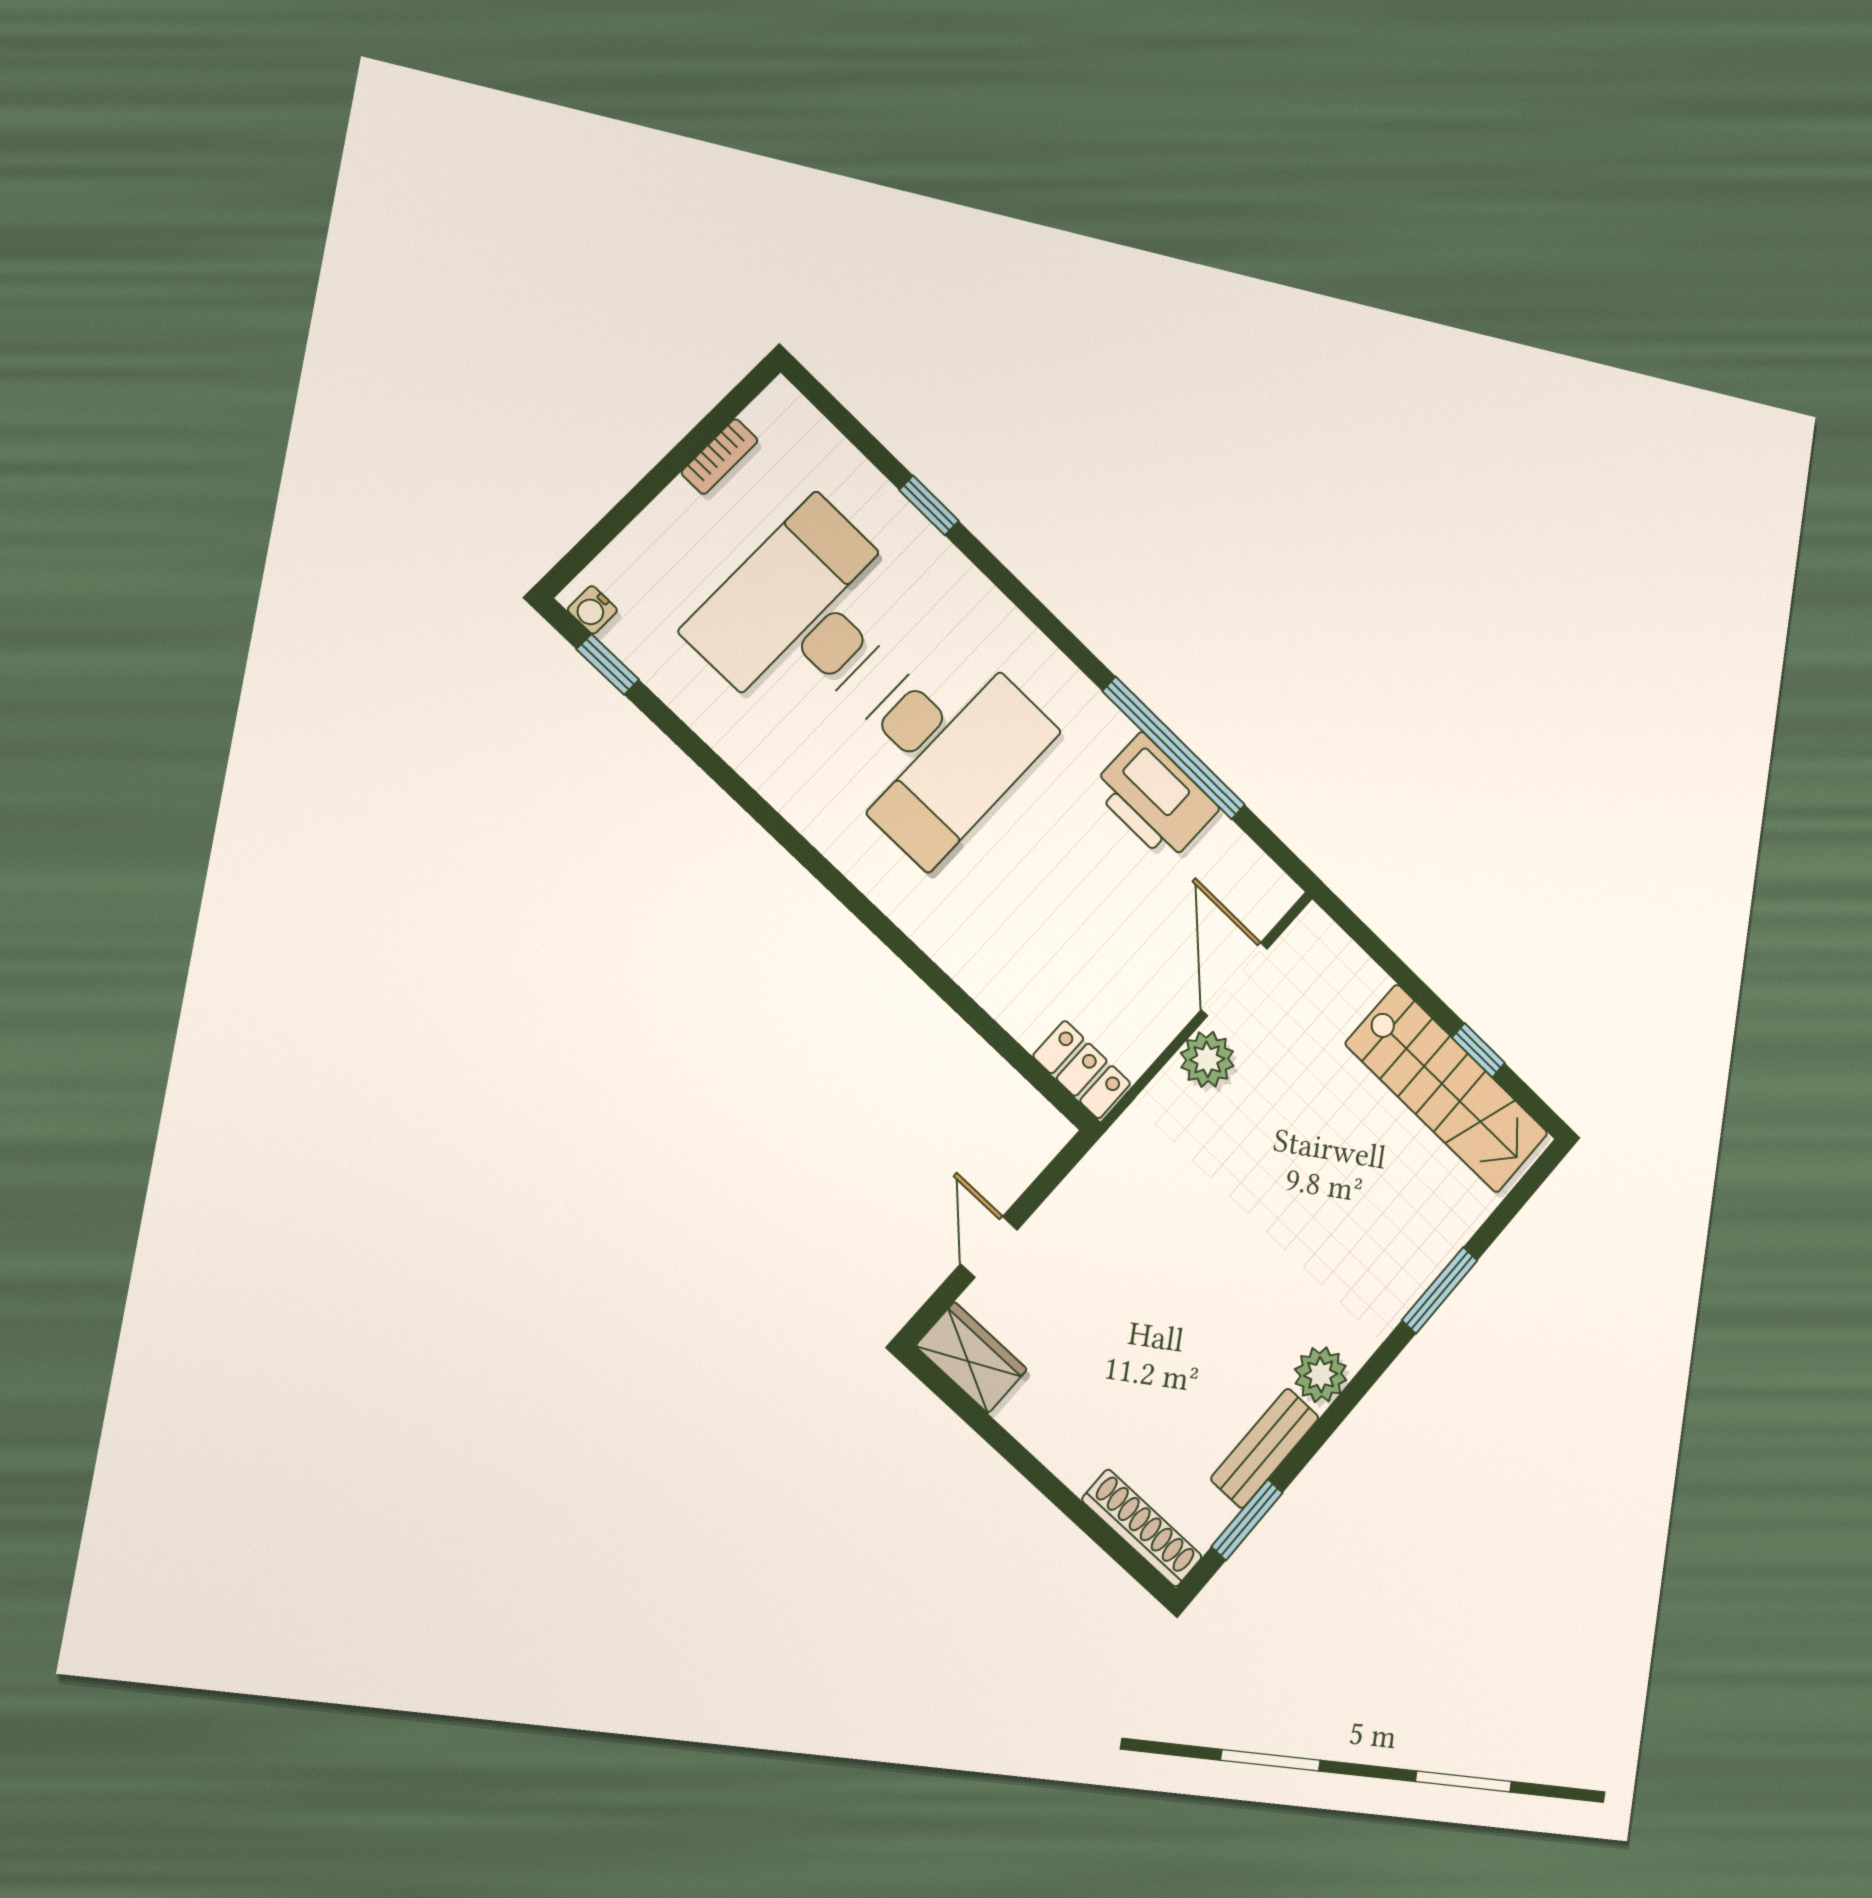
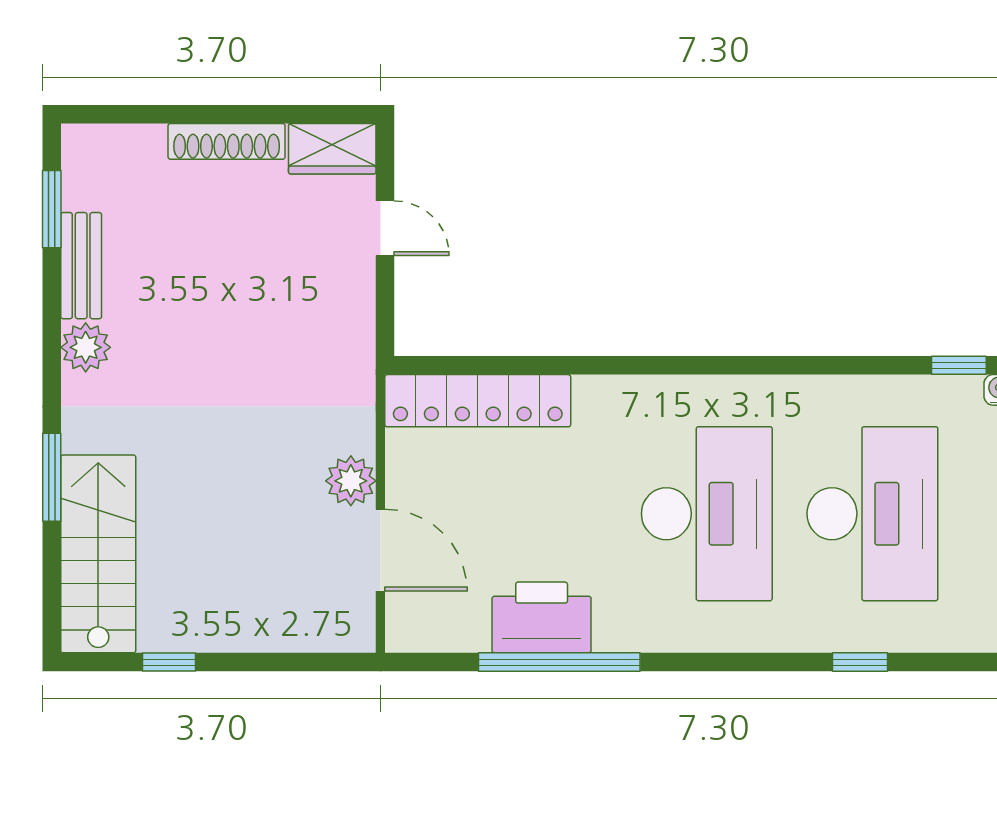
desk: (942, 750) -> (707, 514), turned 180
locker: (1082, 1070) -> (478, 401), width x2.16, depth x1.21
stairs: (1447, 1089) -> (98, 554), moved, turned 90
shoe rack: (1142, 1528) -> (227, 141), moved

